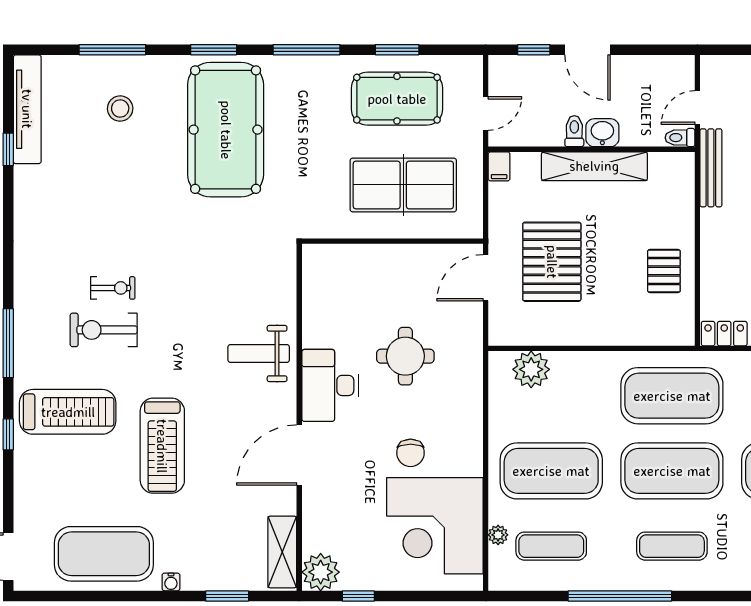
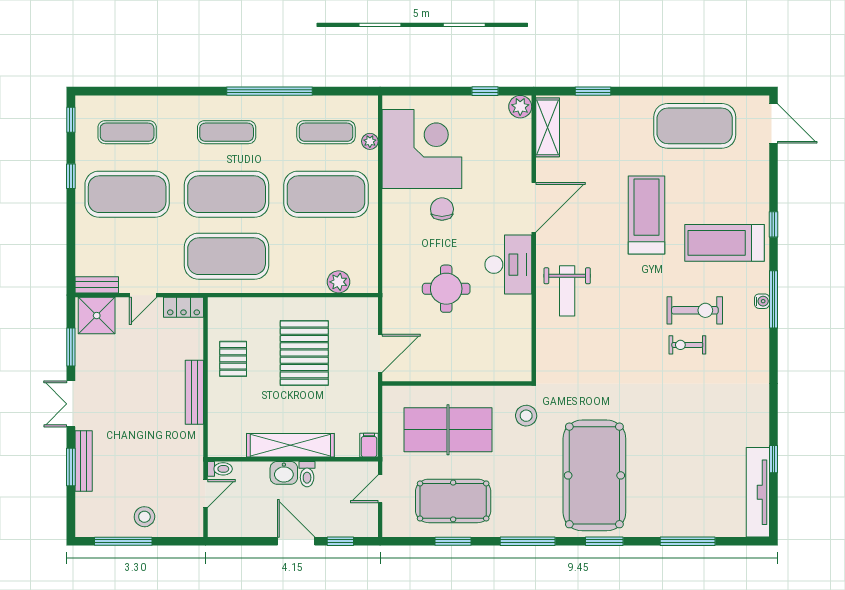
stool: (120, 109) -> (526, 416), moved
bench: (711, 168) -> (194, 392), moved
pallet: (552, 262) -> (304, 353), moved
weight bench: (259, 353) -> (567, 291), turned 90
plant: (531, 369) -> (339, 282), width x0.73, depth x0.73
plant: (321, 572) -> (520, 107), width x0.73, depth x0.73
water cooler: (171, 582) -> (762, 301), moved, turned 90

